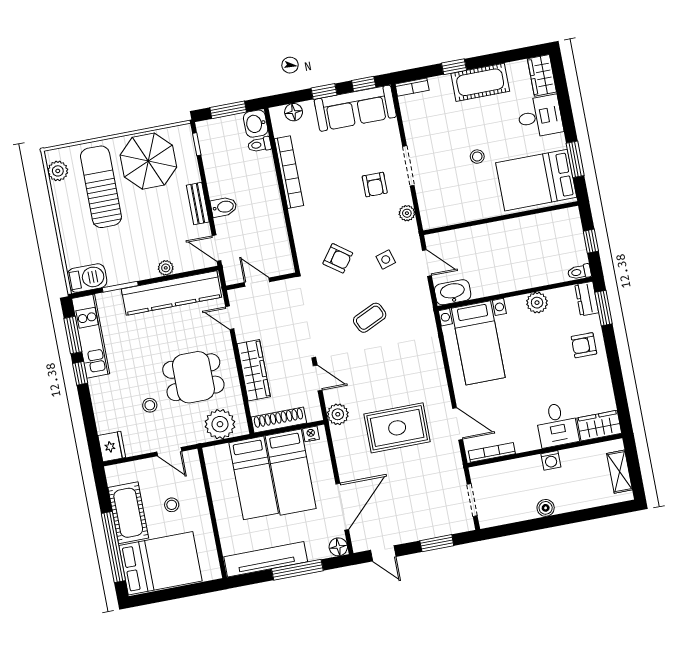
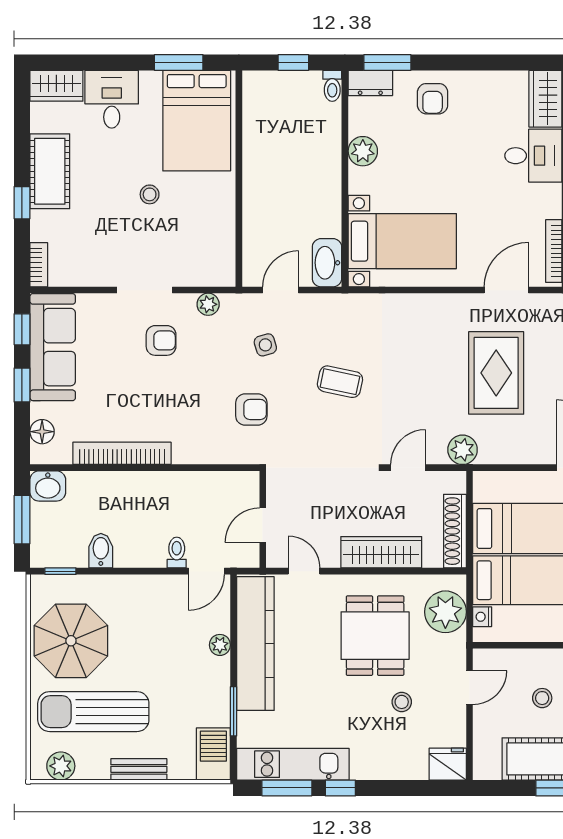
toilet: (259, 145) -> (177, 553), moved, turned 180
bench: (198, 204) -> (139, 769), moved
bidet: (224, 207) -> (101, 551), moved
armchair: (338, 258) -> (251, 409), turned 54
door: (230, 318) -> (304, 571), swing flipped
coffee table: (370, 318) -> (340, 382), turned -53
nightstand: (311, 434) -> (482, 617), moved

